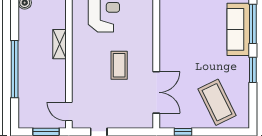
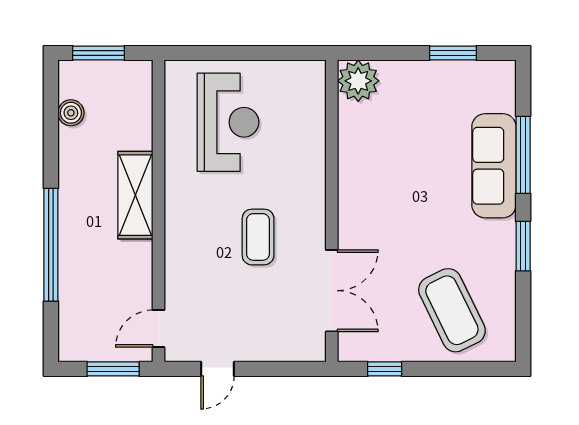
shelving: (59, 44) -> (135, 195), width x1.50, depth x1.33
door: (69, 112) -> (158, 329), hinge flipped

